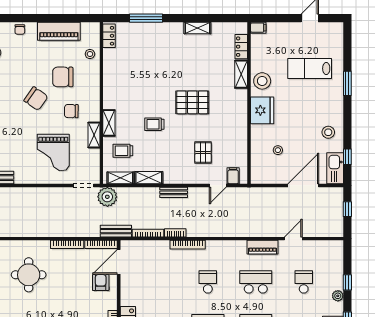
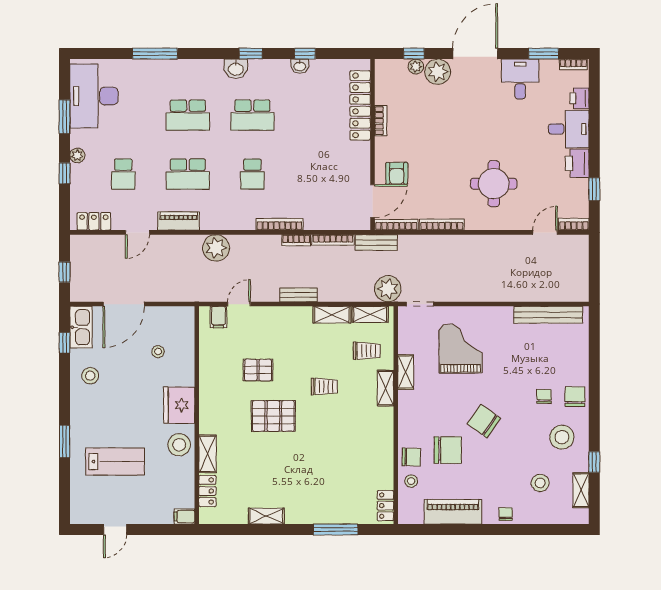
chair: (71, 111) -> (411, 457), moved
pallet: (203, 152) -> (258, 370), moved, turned 90
plant: (235, 227) -> (216, 248), added
locker: (326, 247) -> (94, 221), added

